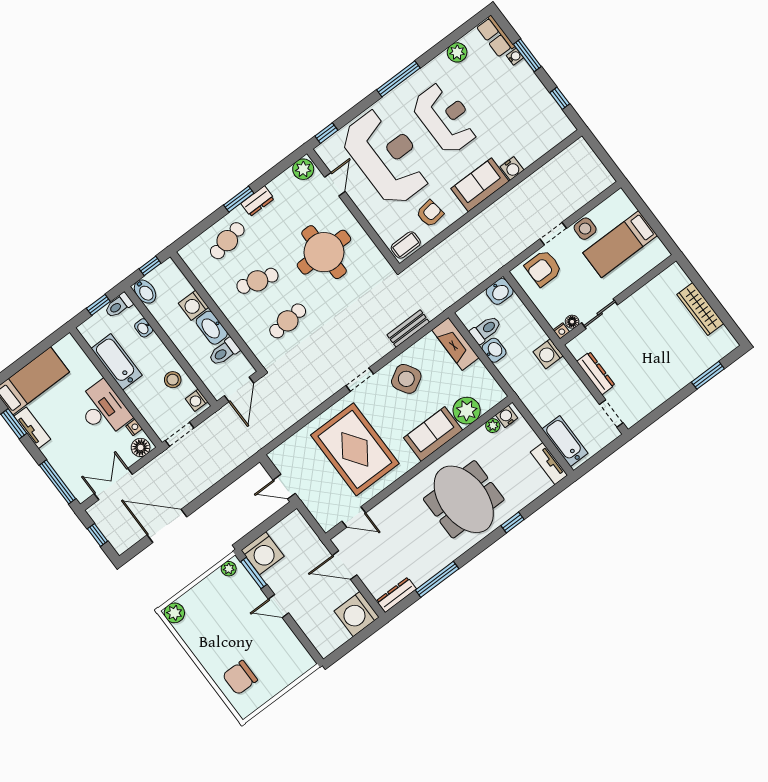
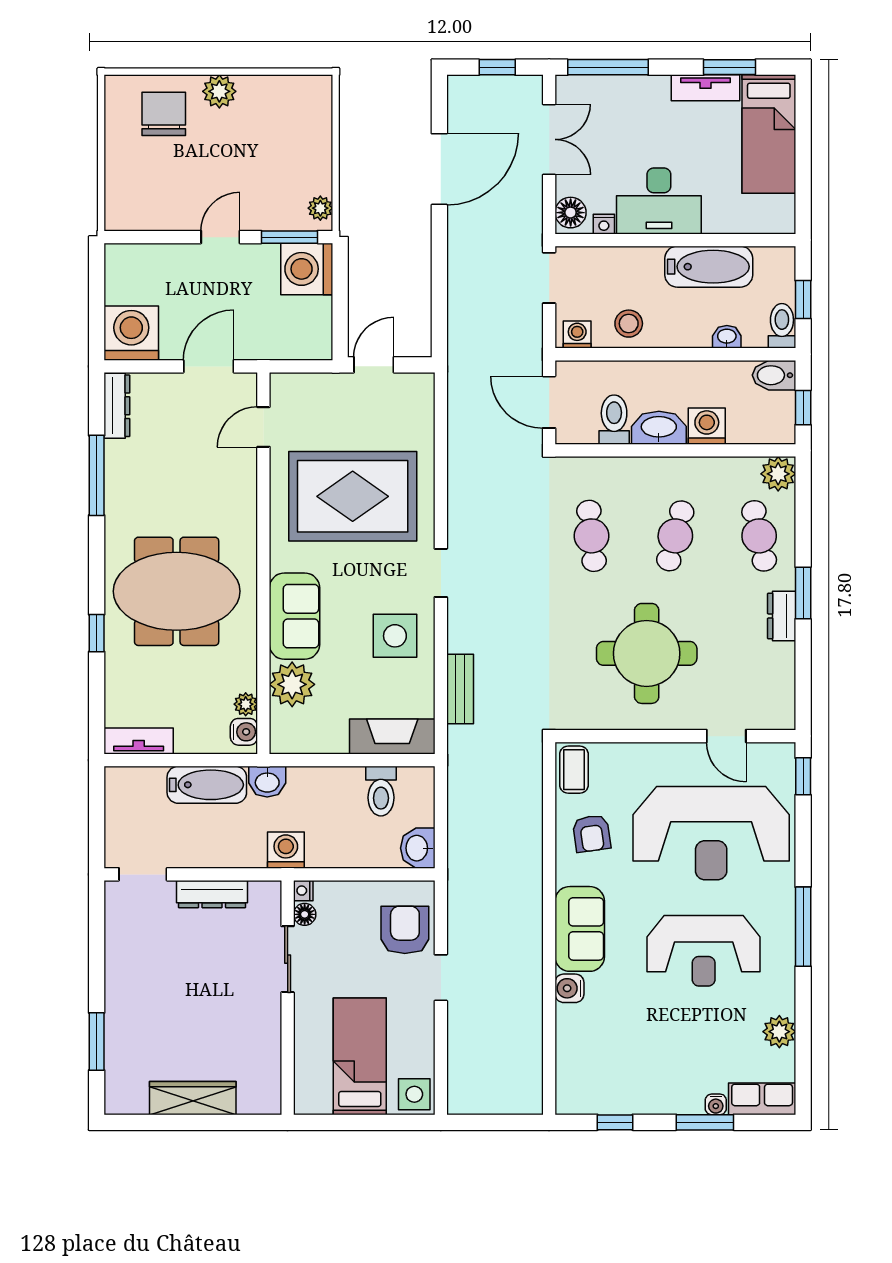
plant: (303, 169) -> (778, 474), moved
side table: (585, 229) -> (414, 1094), moved
washbasin: (494, 350) -> (267, 782), moved
side table: (406, 379) -> (395, 636), turned 30
bathtub: (565, 441) -> (207, 785), moved
plant: (174, 613) -> (219, 91), moved

